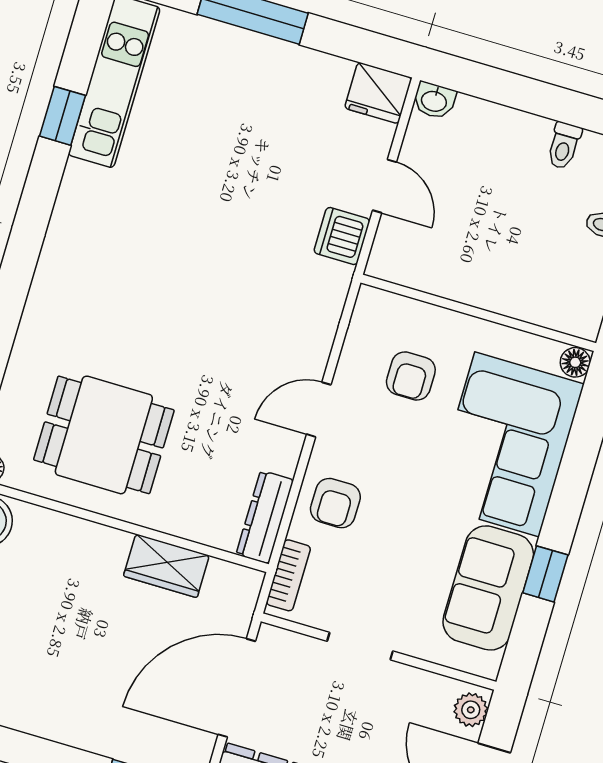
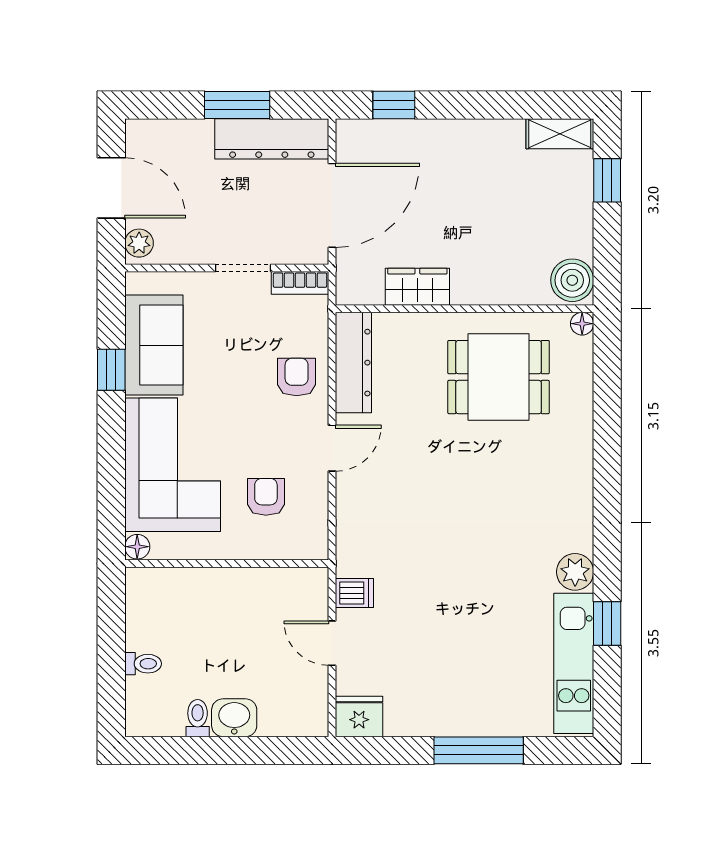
washbasin: (434, 100) -> (234, 718), moved, width x1.38, depth x1.45
plant: (82, 186) -> (575, 572), added
dishwasher: (342, 236) -> (354, 593), width x0.73
dresser: (265, 517) -> (353, 363), width x1.37, depth x1.24
bookcase: (288, 575) -> (300, 283), moved, turned -90

